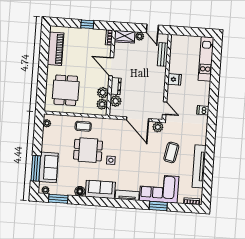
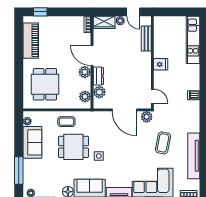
window: (87, 24) -> (40, 12), moved
plant: (103, 93) -> (85, 72), moved
sofa: (49, 167) -> (32, 142), moved

